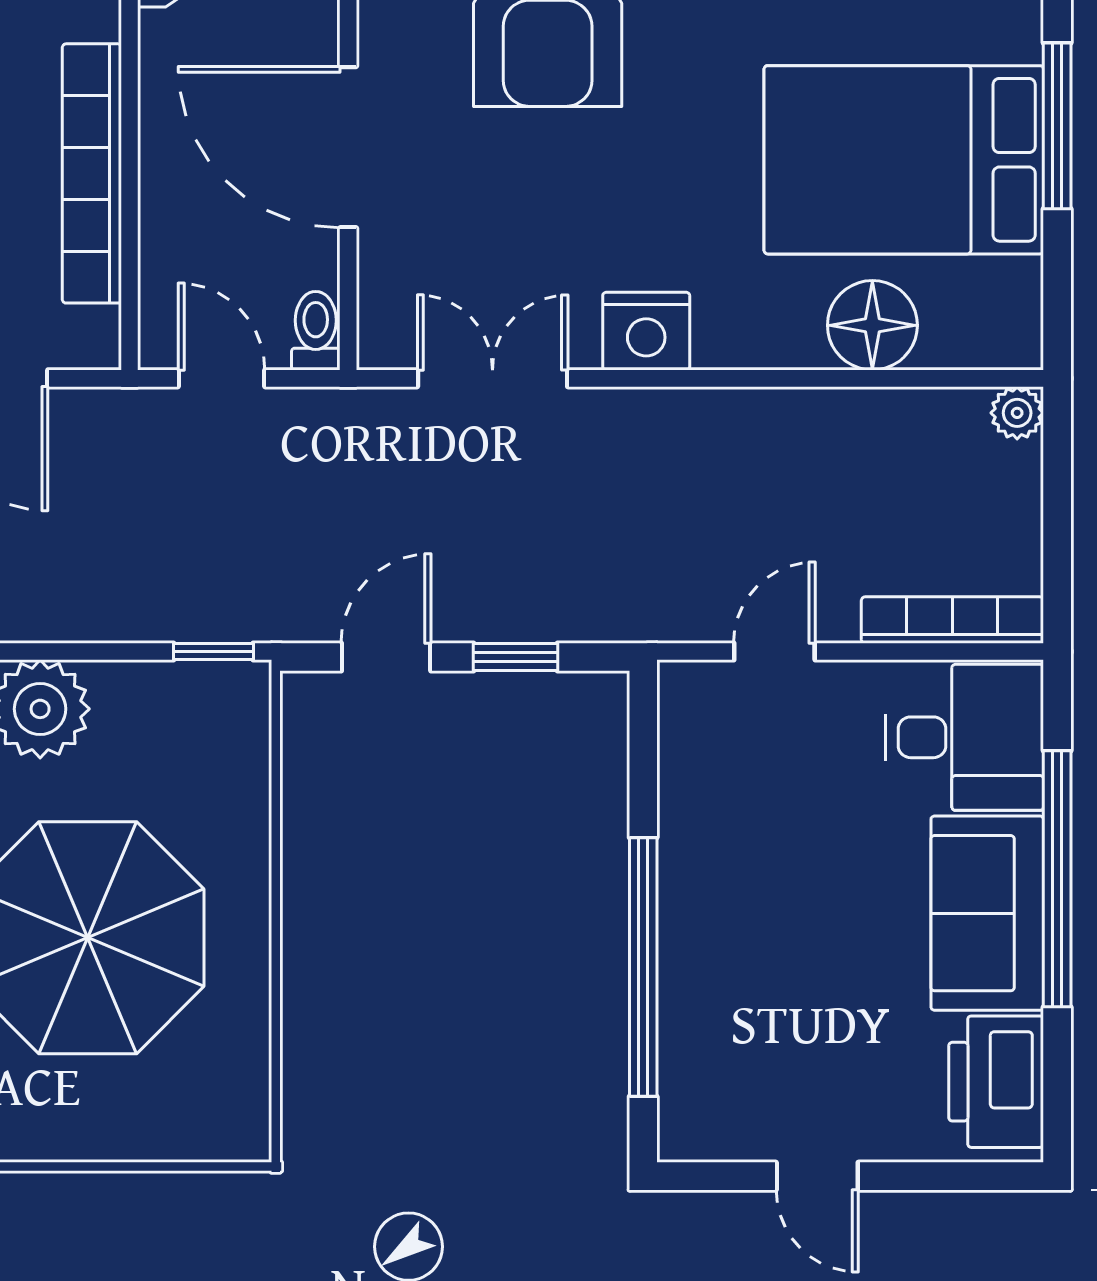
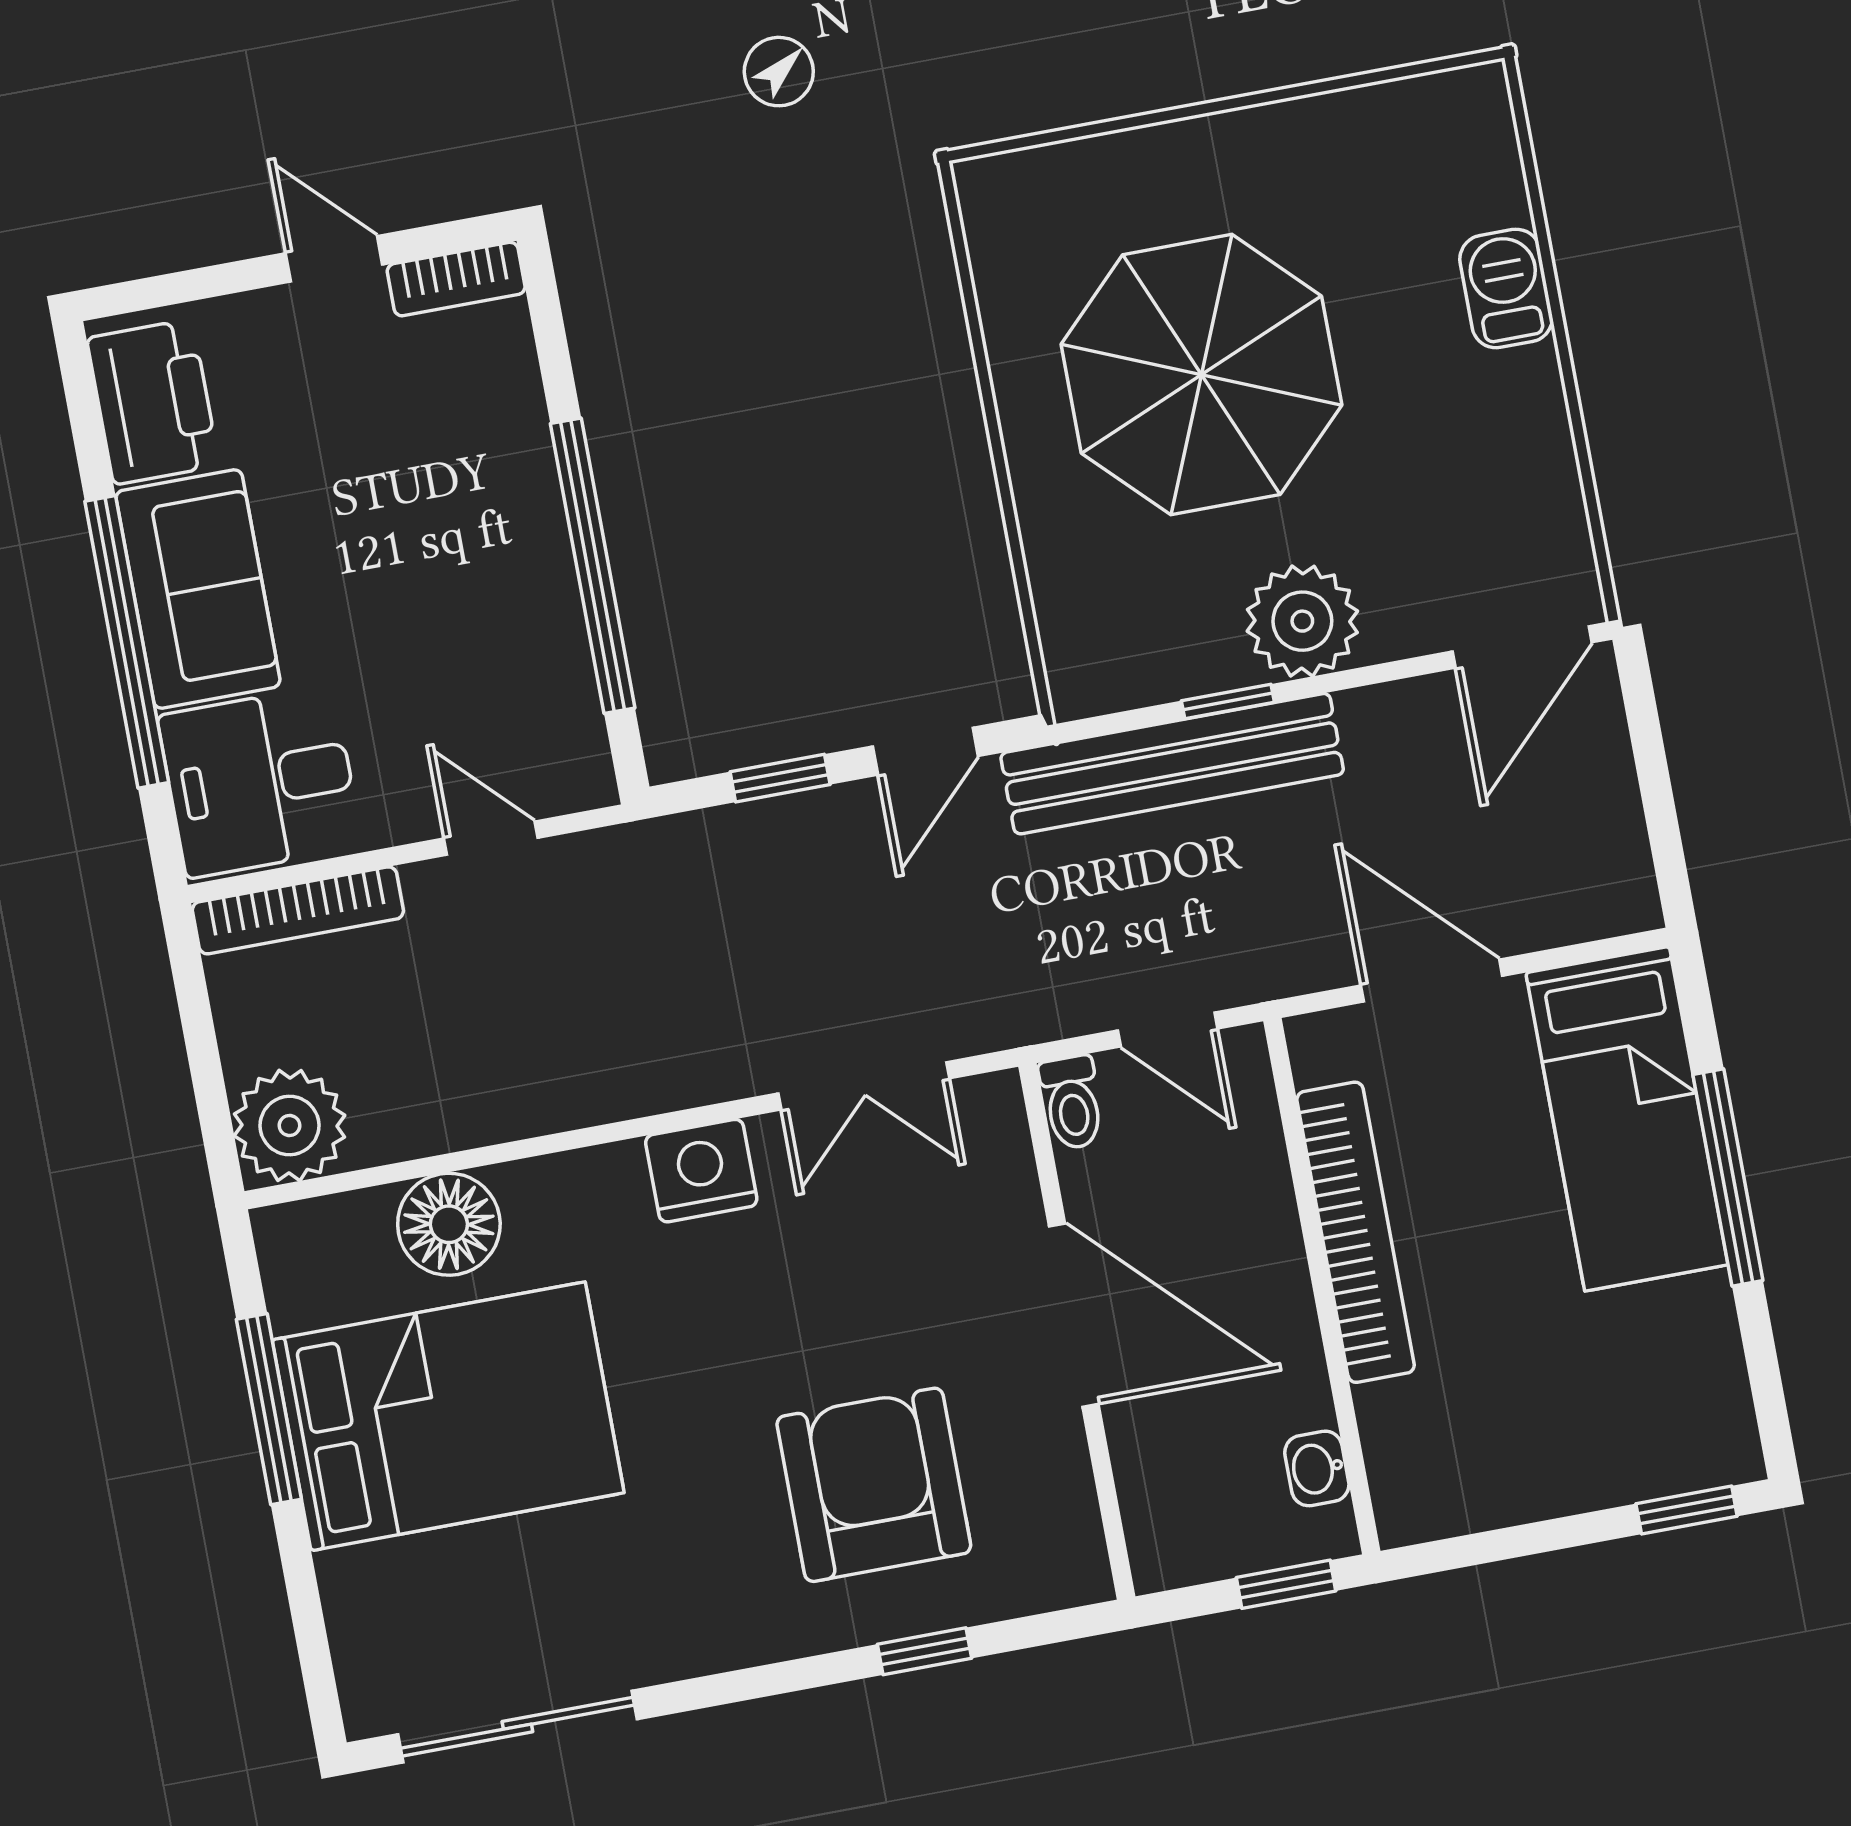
window: (1057, 126) -> (269, 1409), moved
plant: (1017, 413) -> (289, 1126), width x1.87, depth x1.87
bench: (175, 607) -> (1172, 764), added
window: (213, 652) -> (1228, 702), moved
door: (774, 652) -> (491, 838), swing flipped
window: (643, 967) -> (593, 566), moved
bookcase: (715, 1139) -> (456, 279), added

